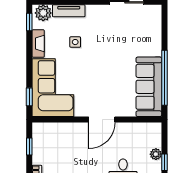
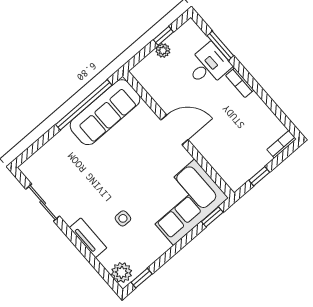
tv unit: (69, 11) -> (88, 238), moved
fireplace: (38, 44) -> (155, 252), removed

